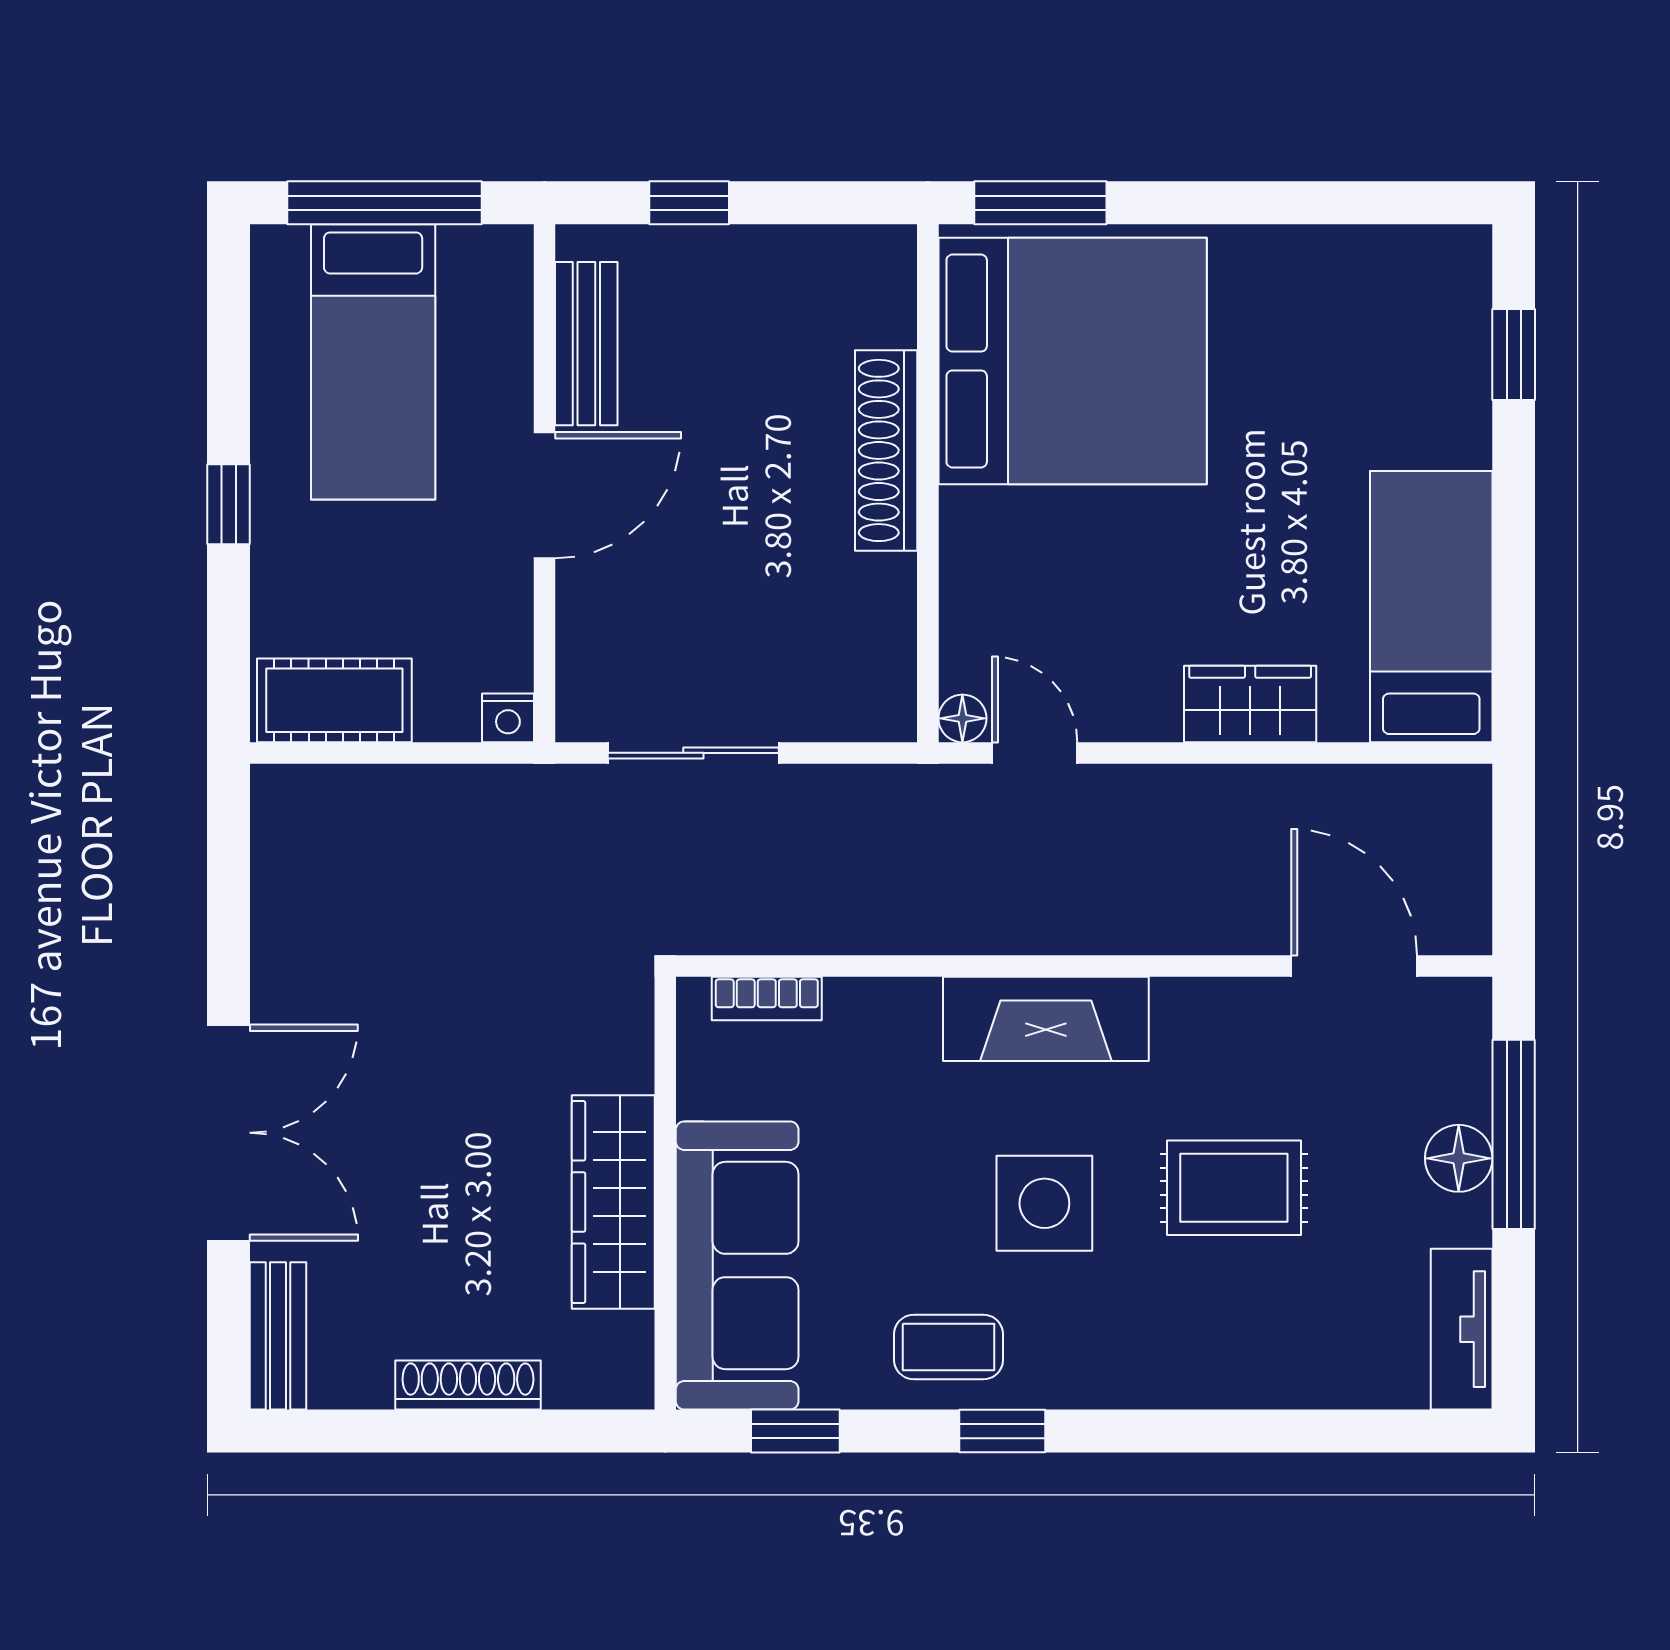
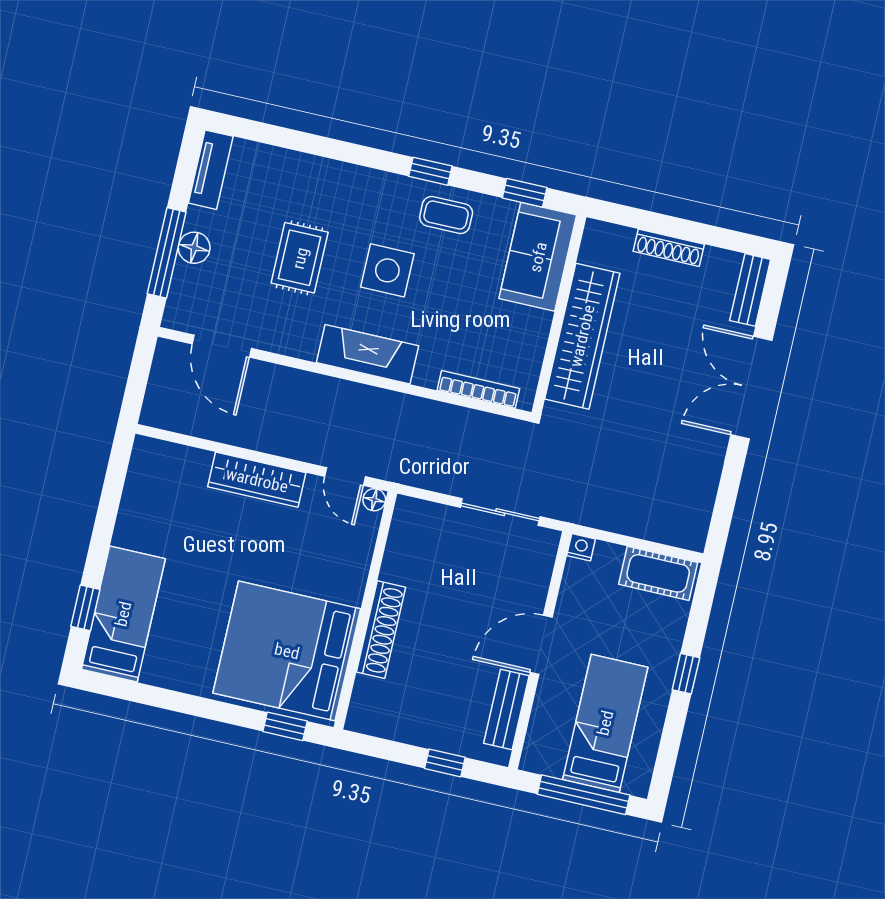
window: (1040, 203) -> (285, 726), width x0.67
bed: (1431, 607) -> (123, 614), moved, turned 180
wardrobe: (1250, 704) -> (257, 480), width x1.50
bookcase: (767, 999) -> (478, 389), width x1.56
rug: (1234, 1188) -> (300, 258), turned 90
wardrobe: (613, 1202) -> (582, 336), width x1.40, depth x1.17
sofa: (737, 1265) -> (538, 257), width x0.73

